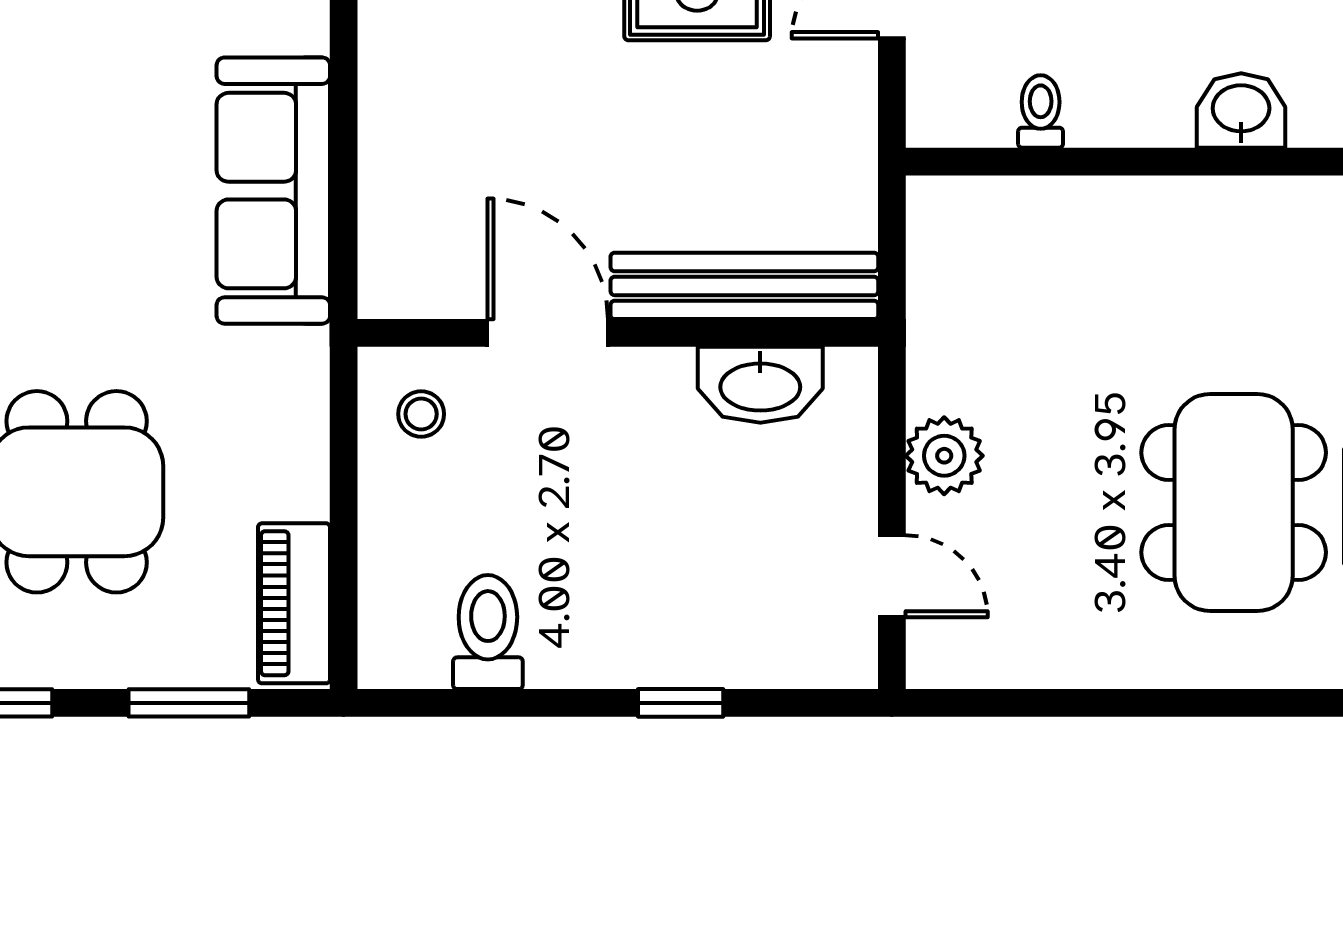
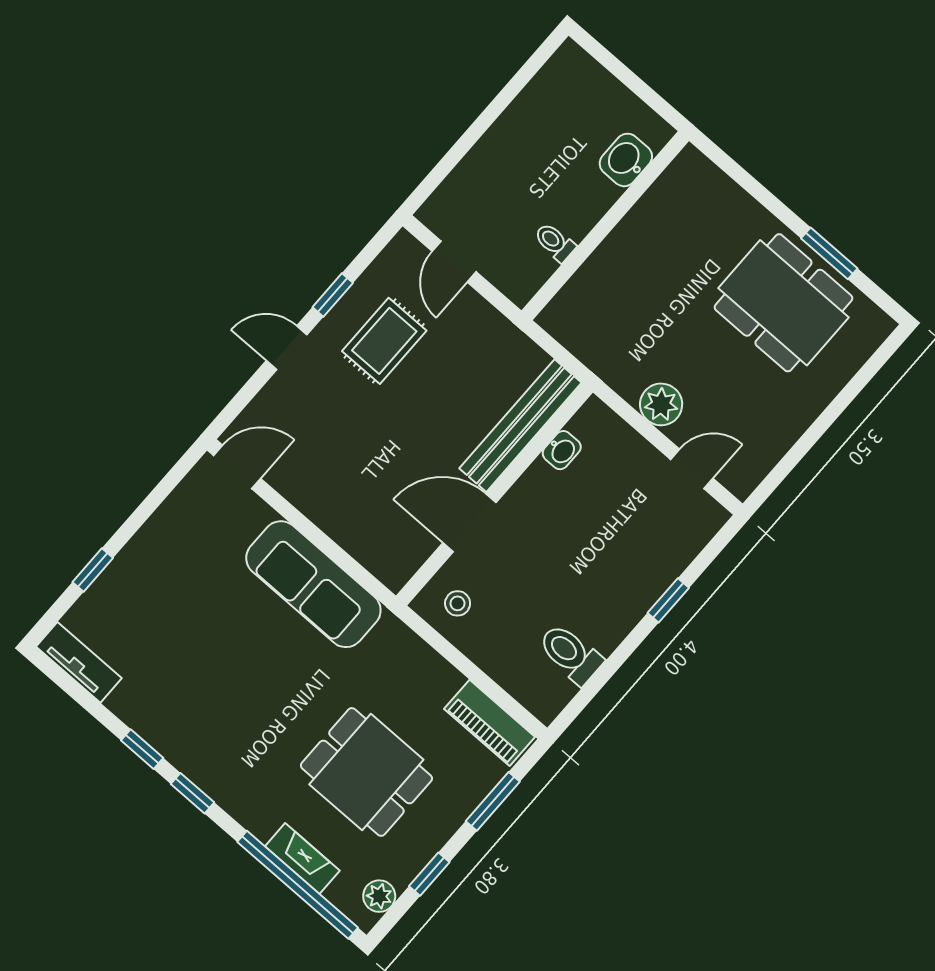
washbasin: (760, 385) -> (562, 450), width x0.52, depth x0.69

